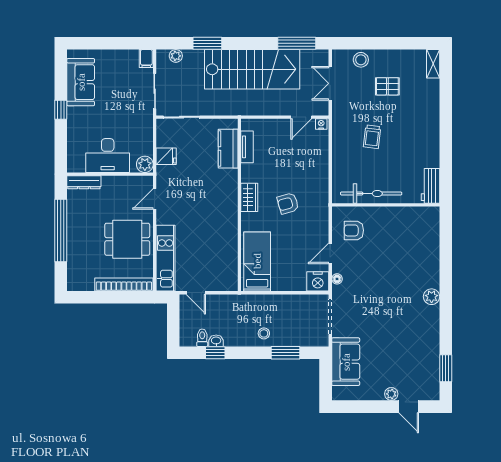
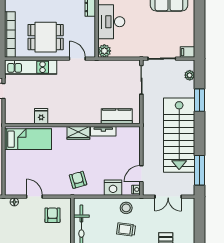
stool: (361, 60) -> (126, 208), moved
double door: (330, 83) -> (168, 197), swing flipped
door: (301, 117) -> (141, 174), hinge flipped
tv unit: (247, 147) -> (103, 131), moved
fridge: (166, 156) -> (41, 116), moved, turned 180
armchair: (288, 203) -> (78, 180), moved
dining table: (127, 239) -> (46, 37), turned 90
nightstand: (318, 281) -> (113, 188), moved, turned -90

